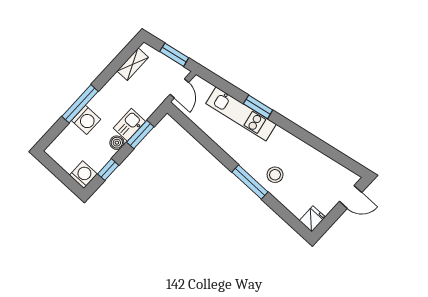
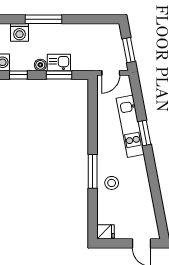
shelving: (133, 64) -> (99, 30), removed
washing machine: (86, 120) -> (19, 32), moved

